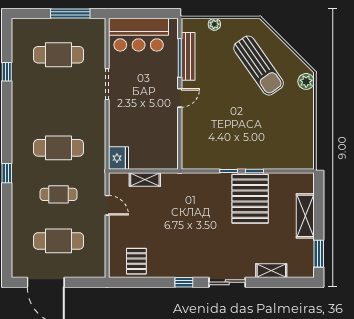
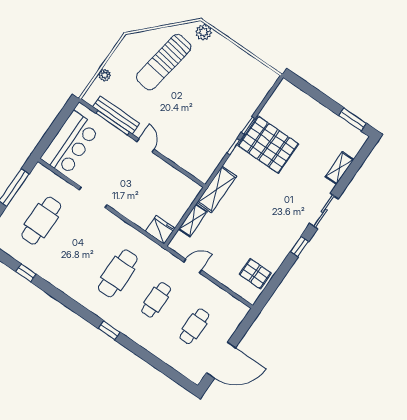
sun lounger: (259, 66) -> (164, 62), turned 134
shelving: (305, 216) -> (217, 189), moved, turned 90
cafe table: (59, 241) -> (194, 326), width x0.73, depth x0.74

